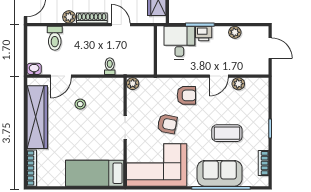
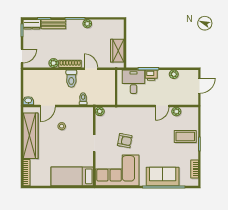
toilet: (55, 38) -> (71, 79), moved
door: (270, 48) -> (199, 86), hinge flipped
armchair: (186, 95) -> (139, 120), removed
coffee table: (227, 133) -> (185, 137), moved

